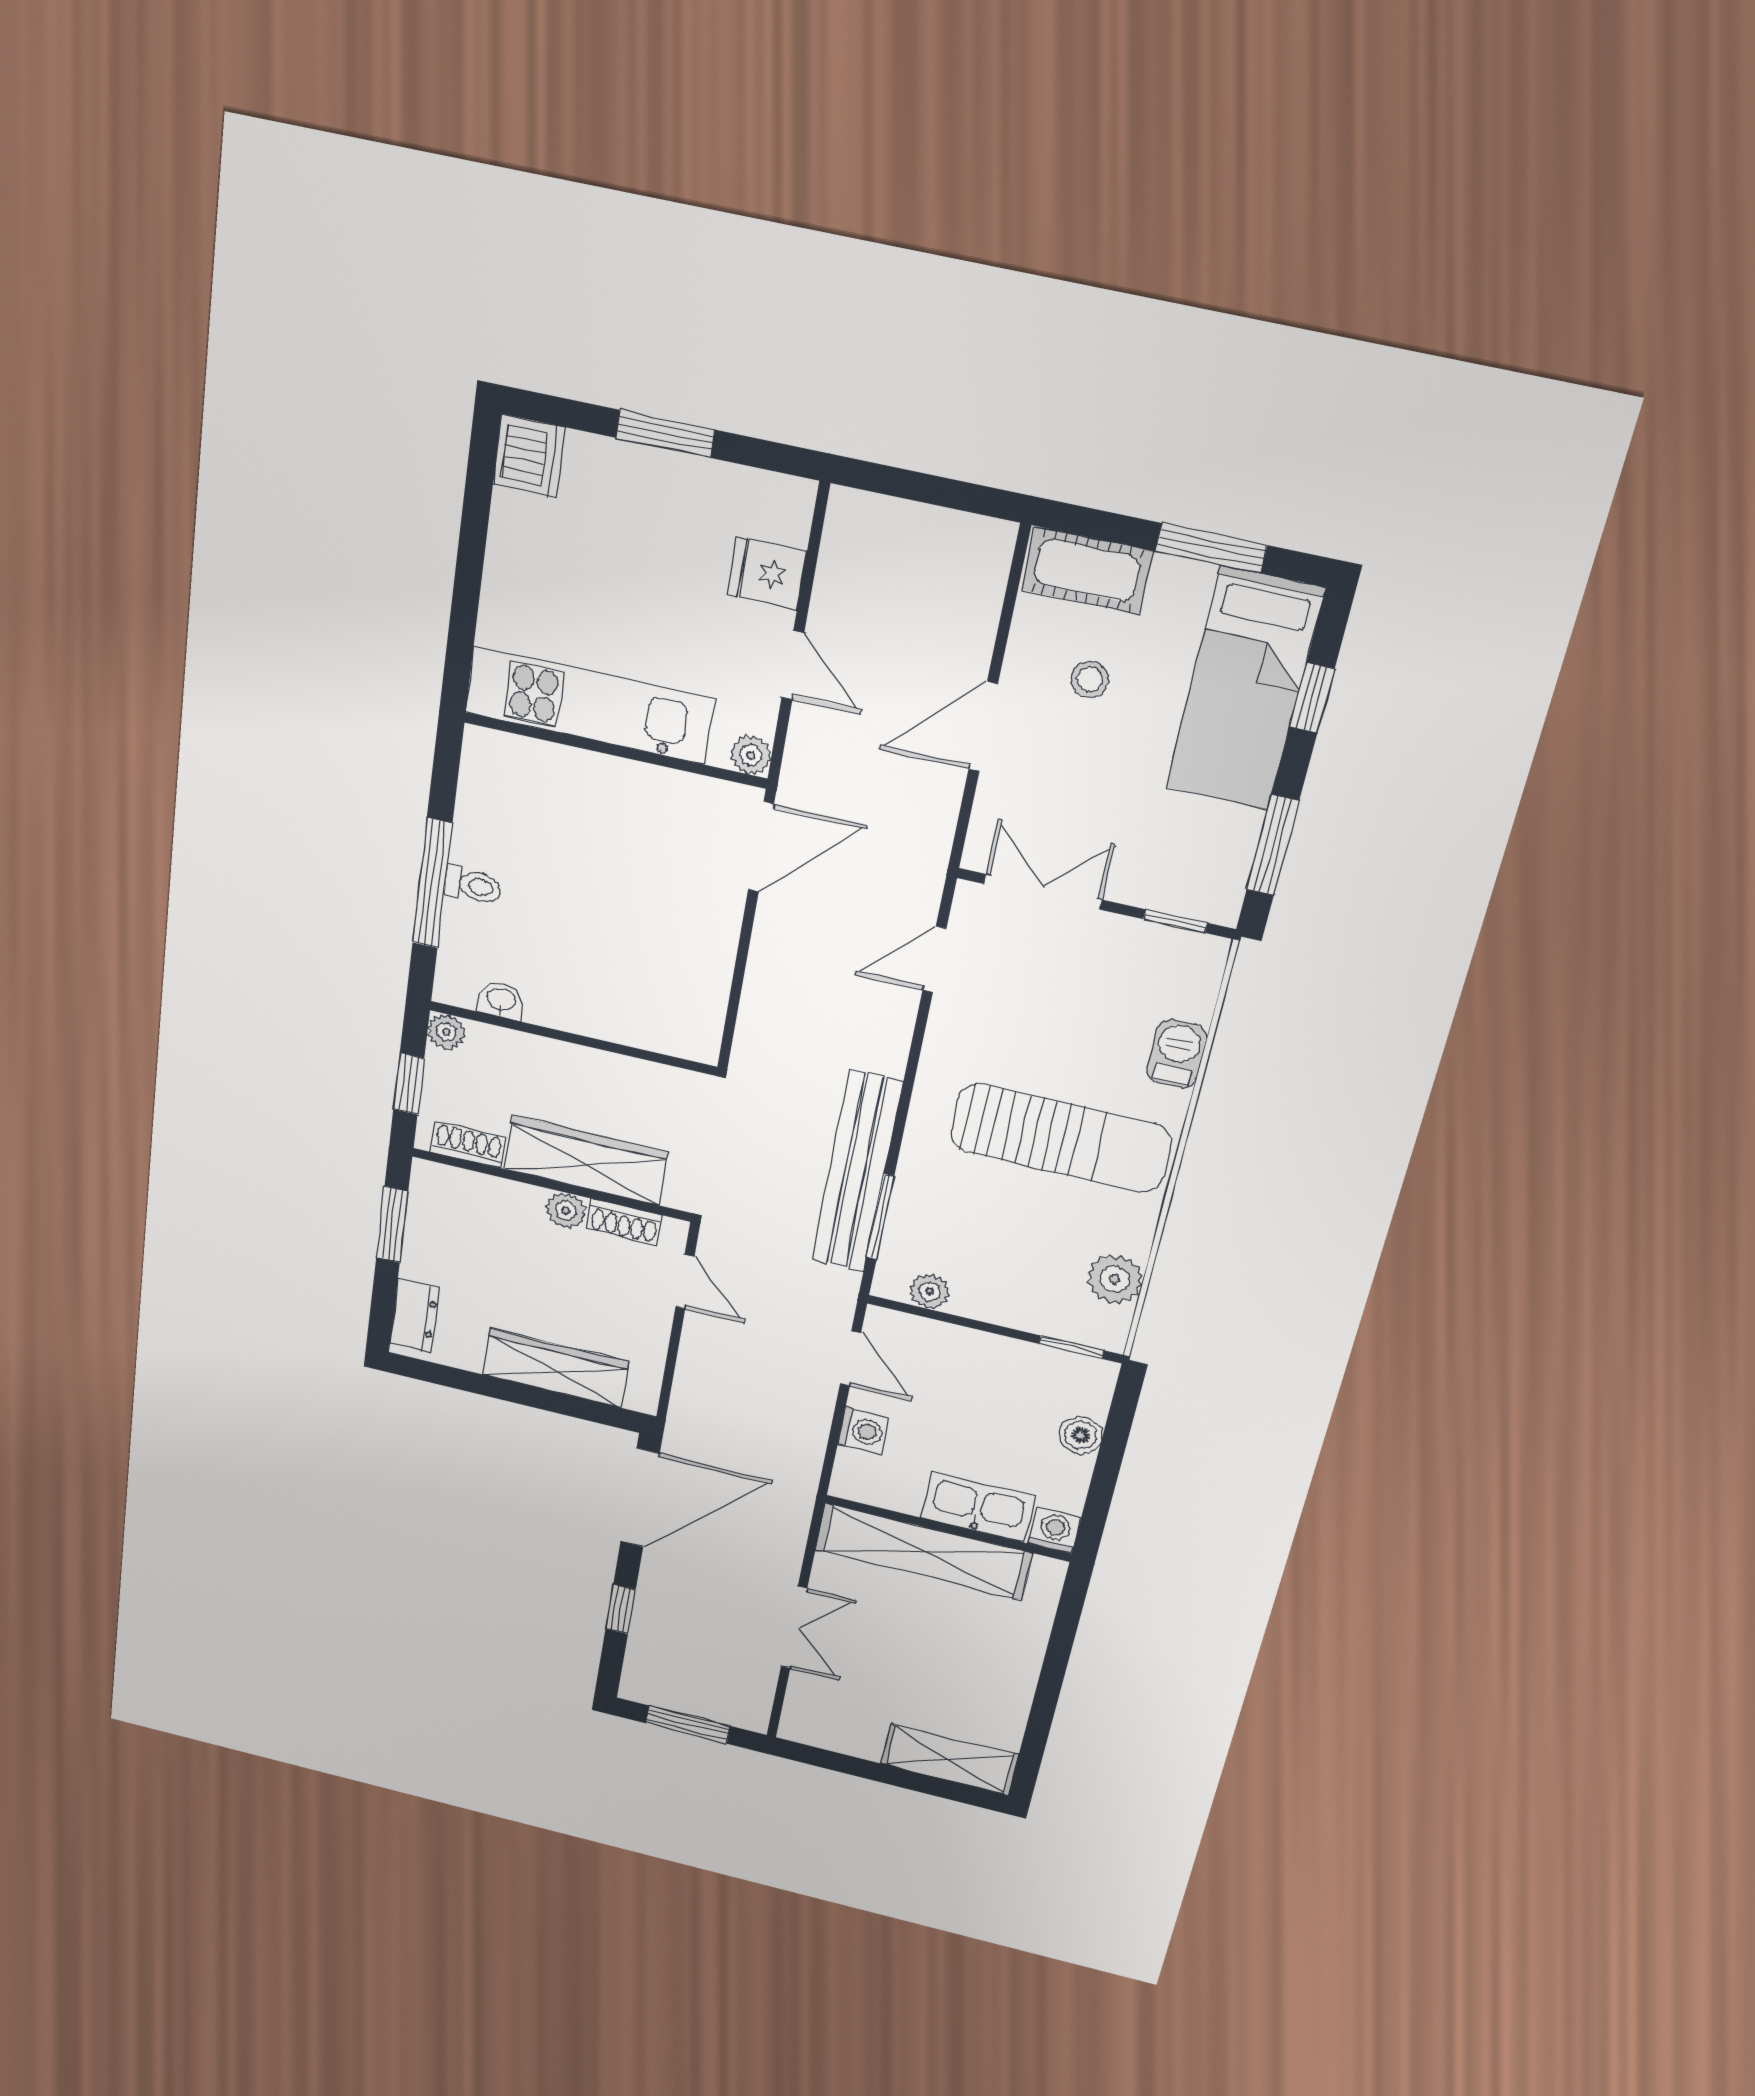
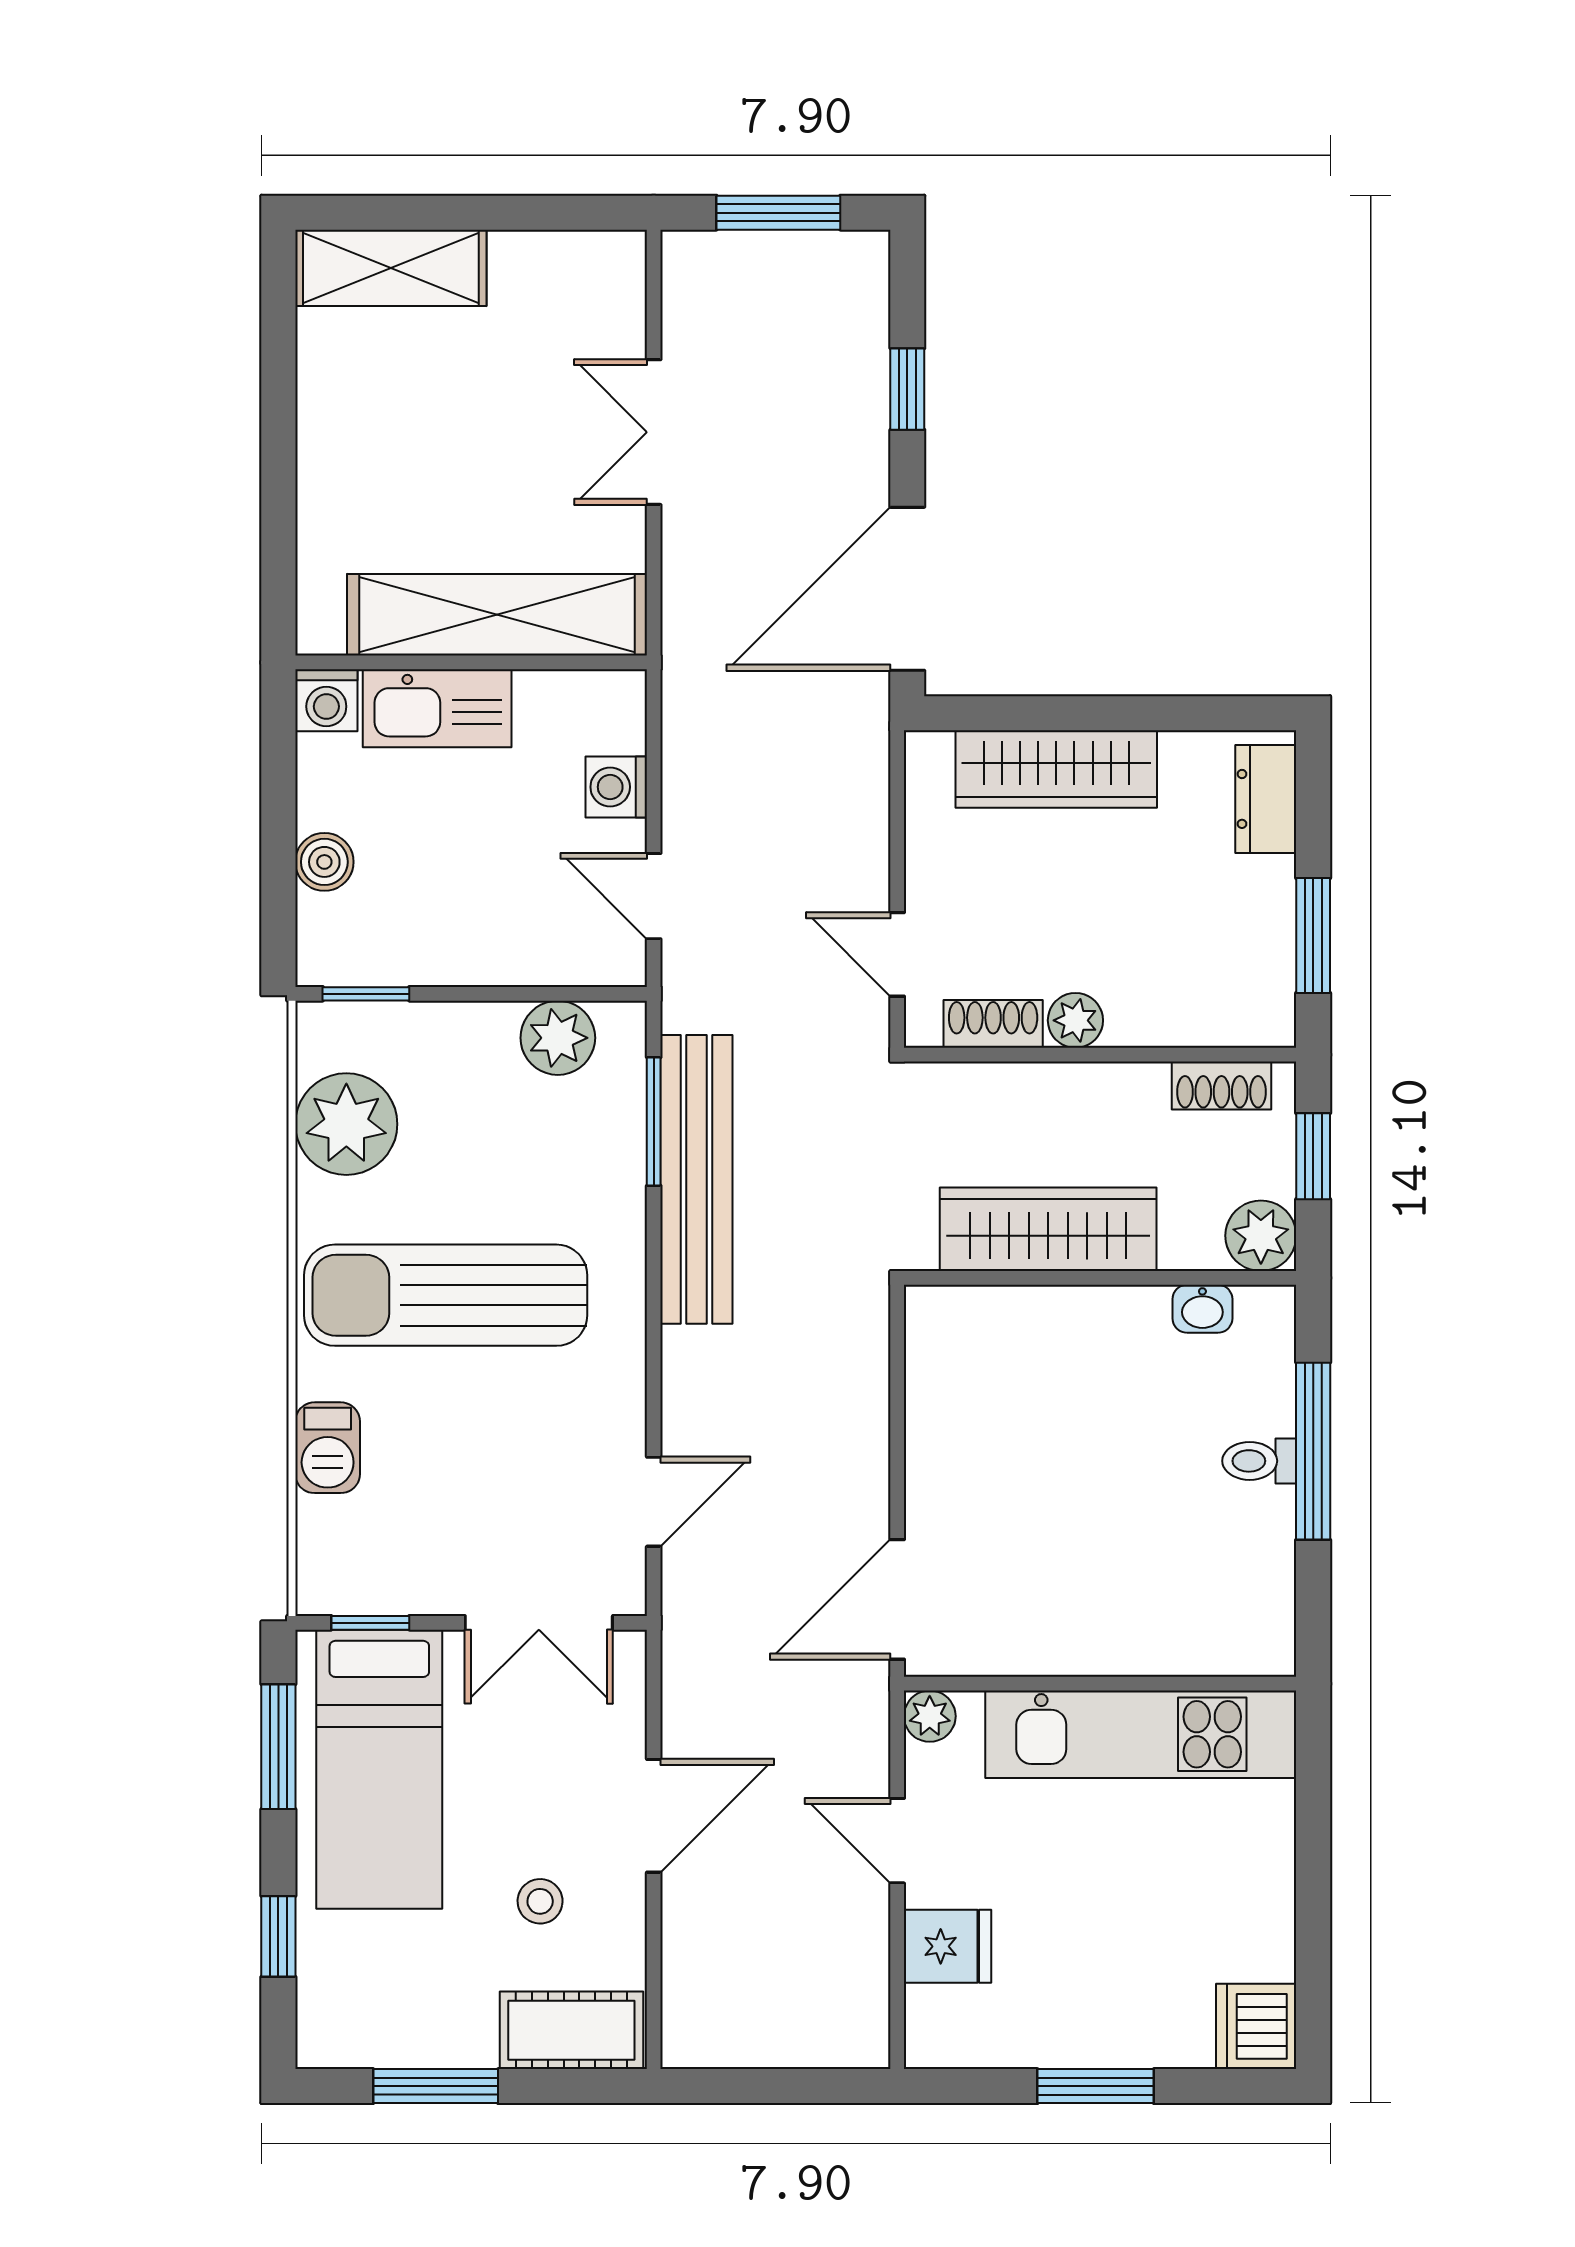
bed: (1244, 689) -> (379, 1769), moved, turned 180
plant: (446, 1032) -> (1261, 1236), width x1.38, depth x1.38
wardrobe: (586, 1160) -> (1048, 1229), moved, turned 180
plant: (1115, 1279) -> (346, 1124), width x1.36, depth x1.36
plant: (930, 1291) -> (558, 1038), width x1.38, depth x1.38

